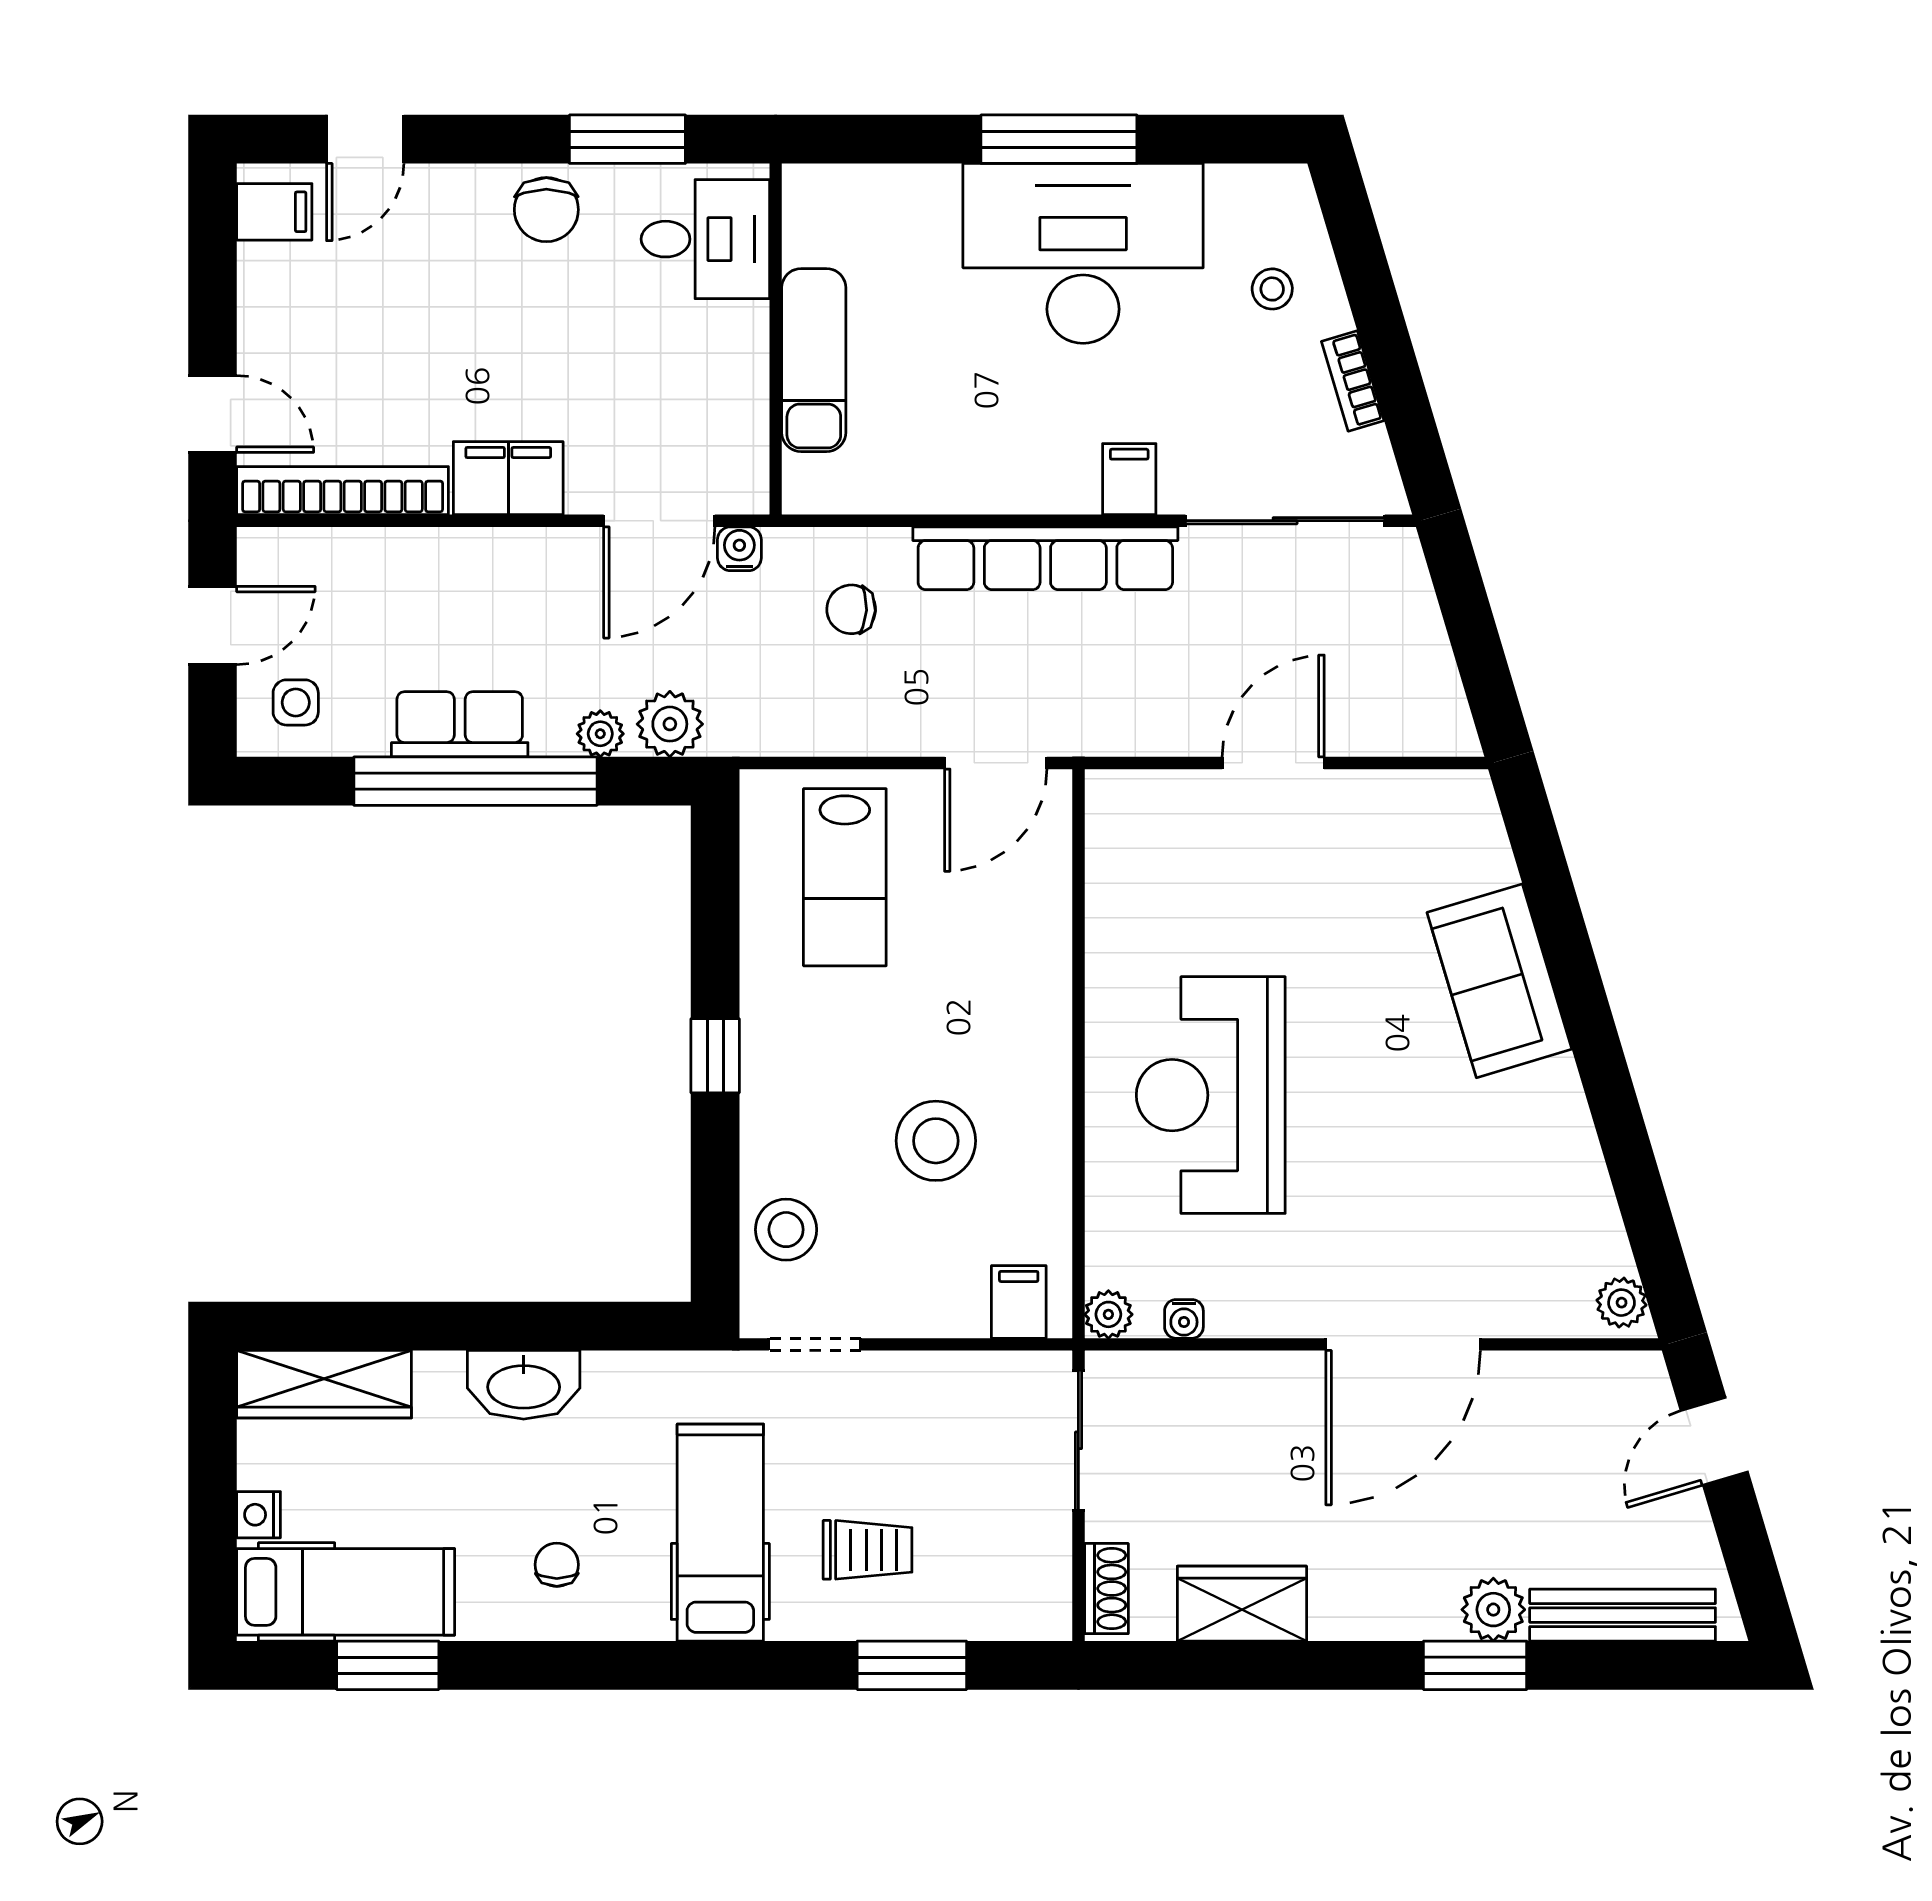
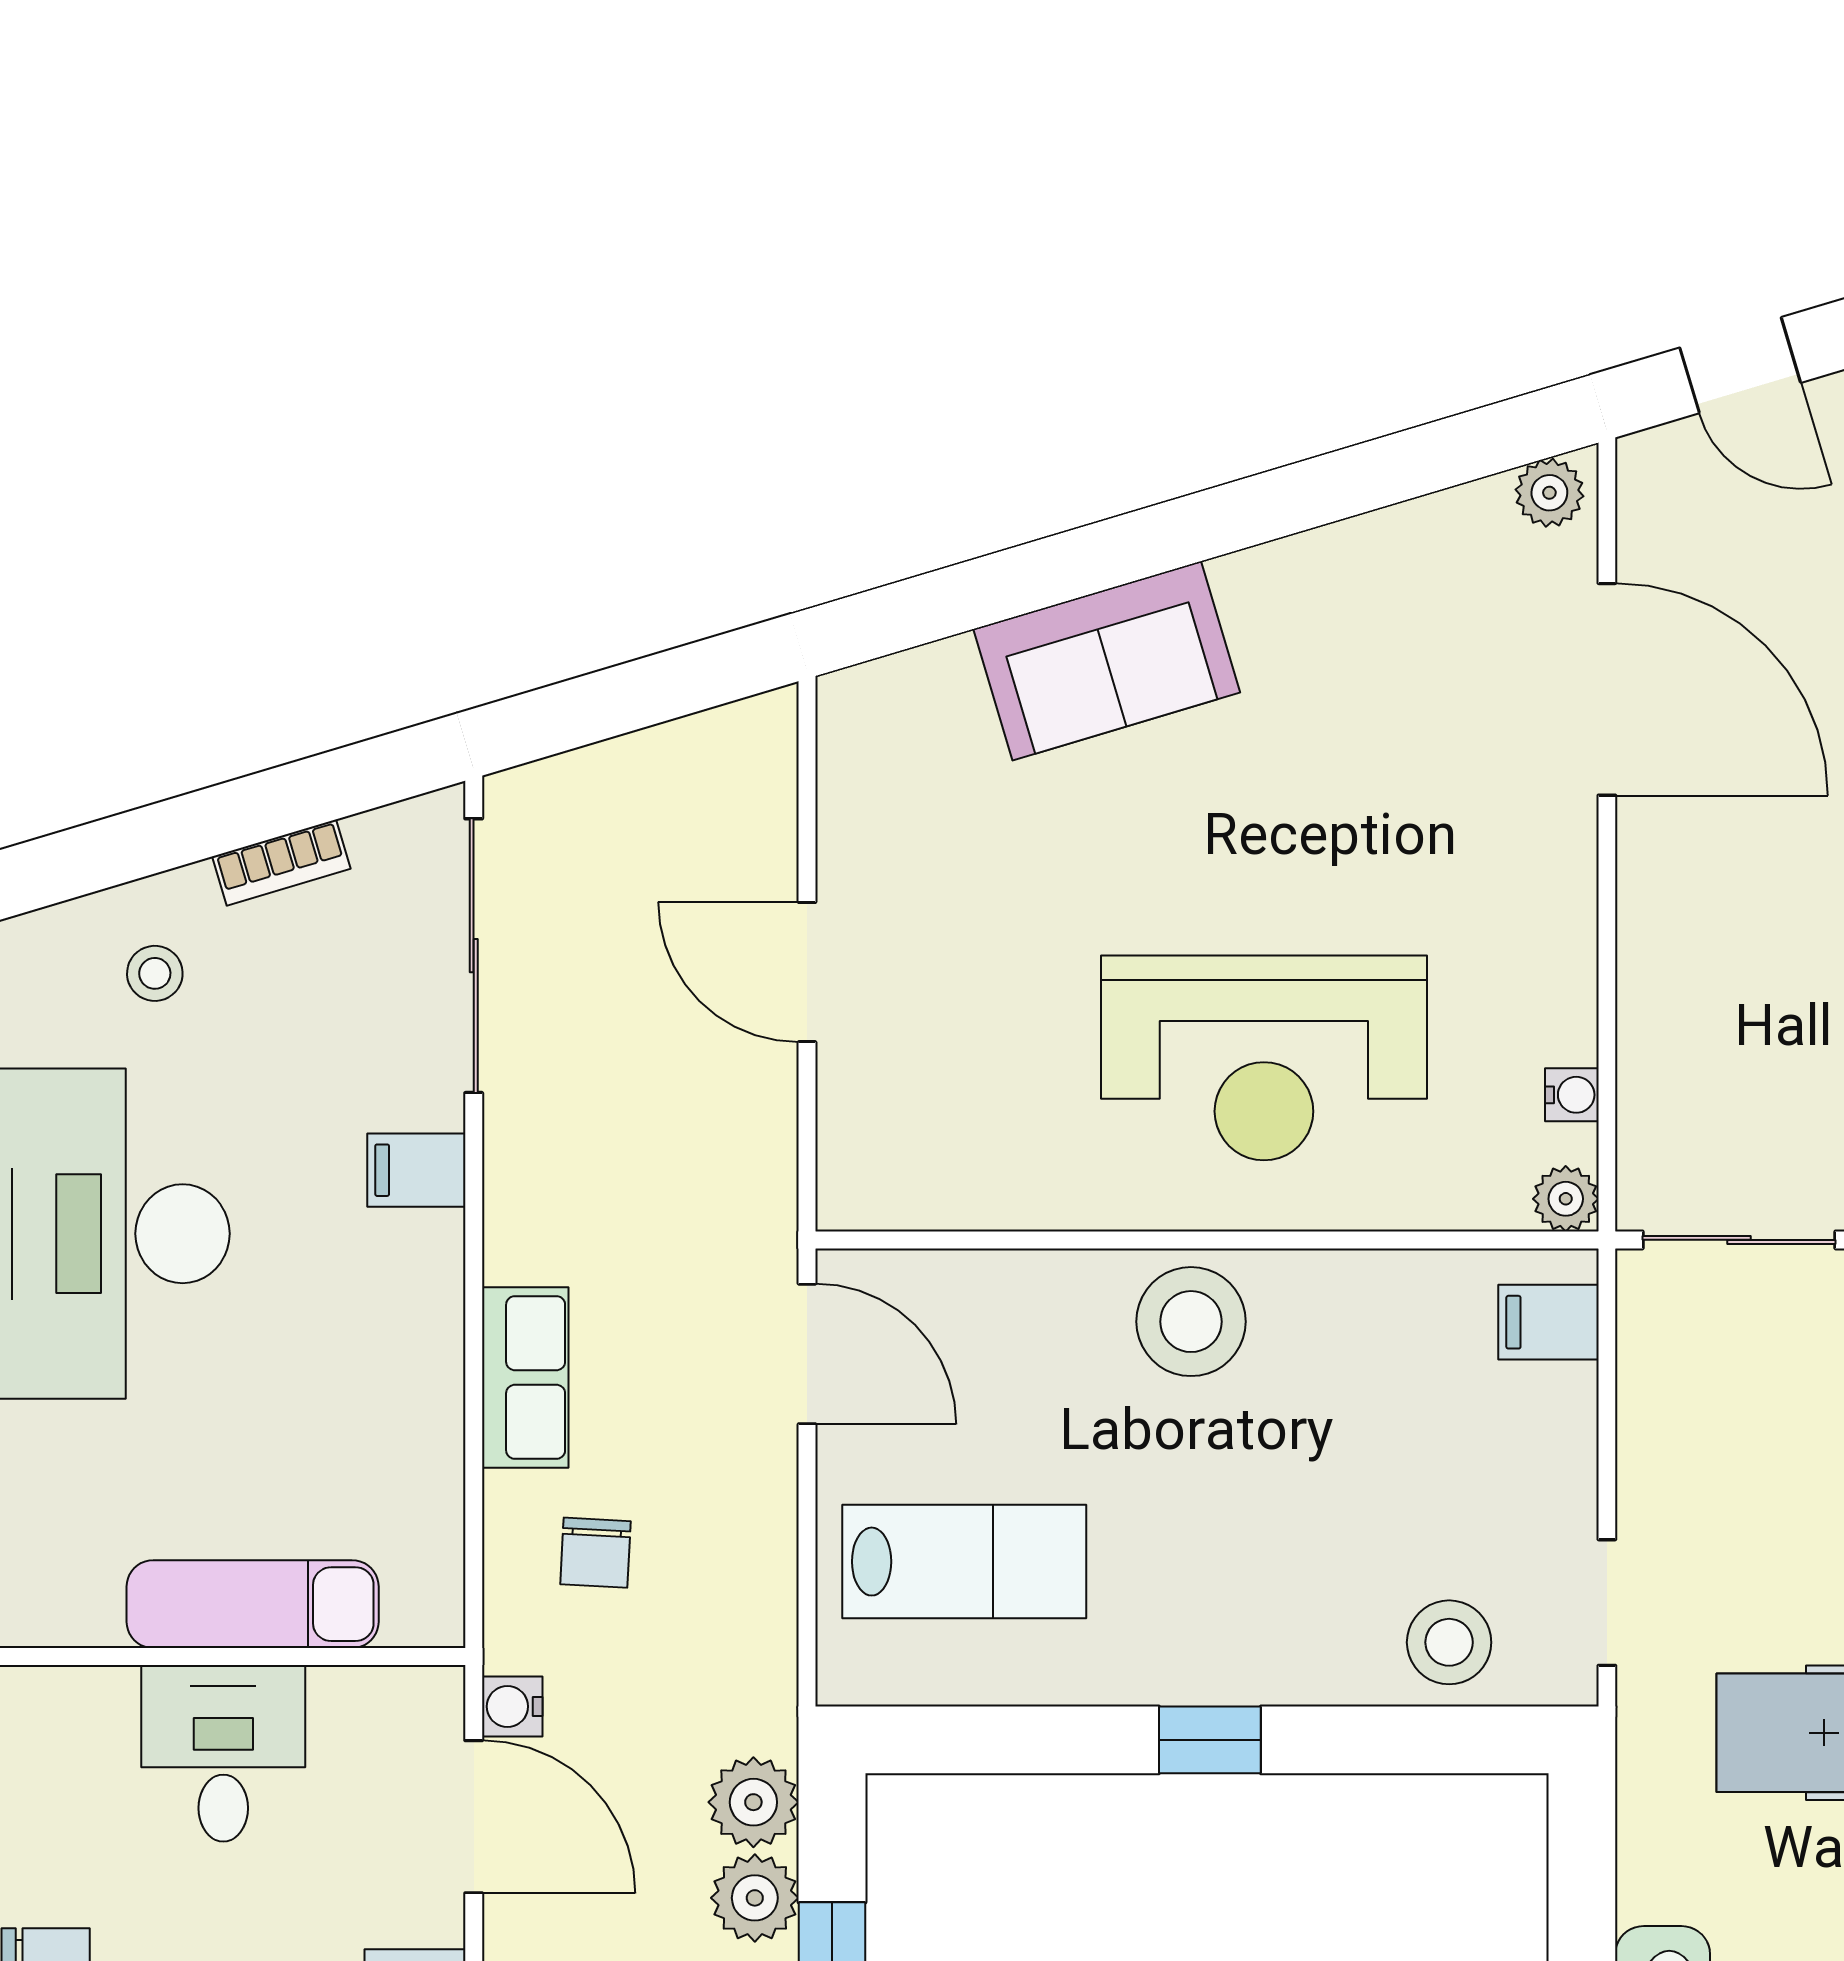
desk: (705, 239) -> (223, 1753), moved
row of seats: (1045, 558) -> (525, 1377), width x0.50
plant: (600, 734) -> (755, 1898), width x1.38, depth x1.38
stool: (936, 1141) -> (1191, 1322), moved
door: (1403, 1344) -> (1607, 689), moved

